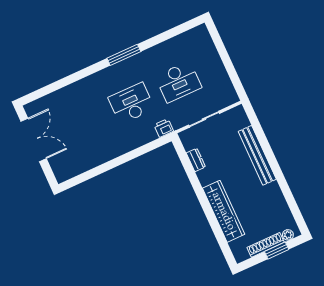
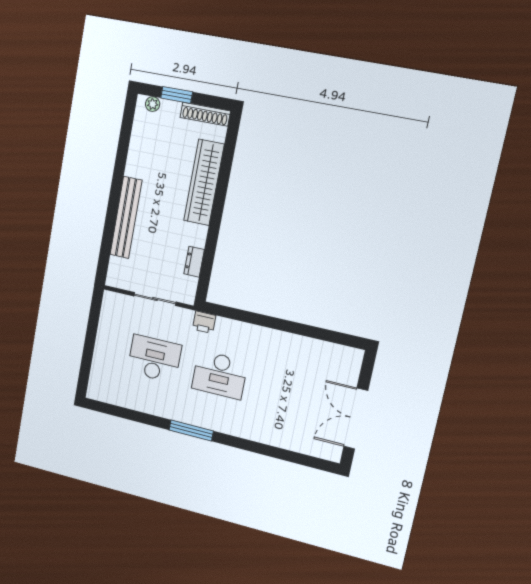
shoe rack: (266, 245) -> (205, 114), moved

